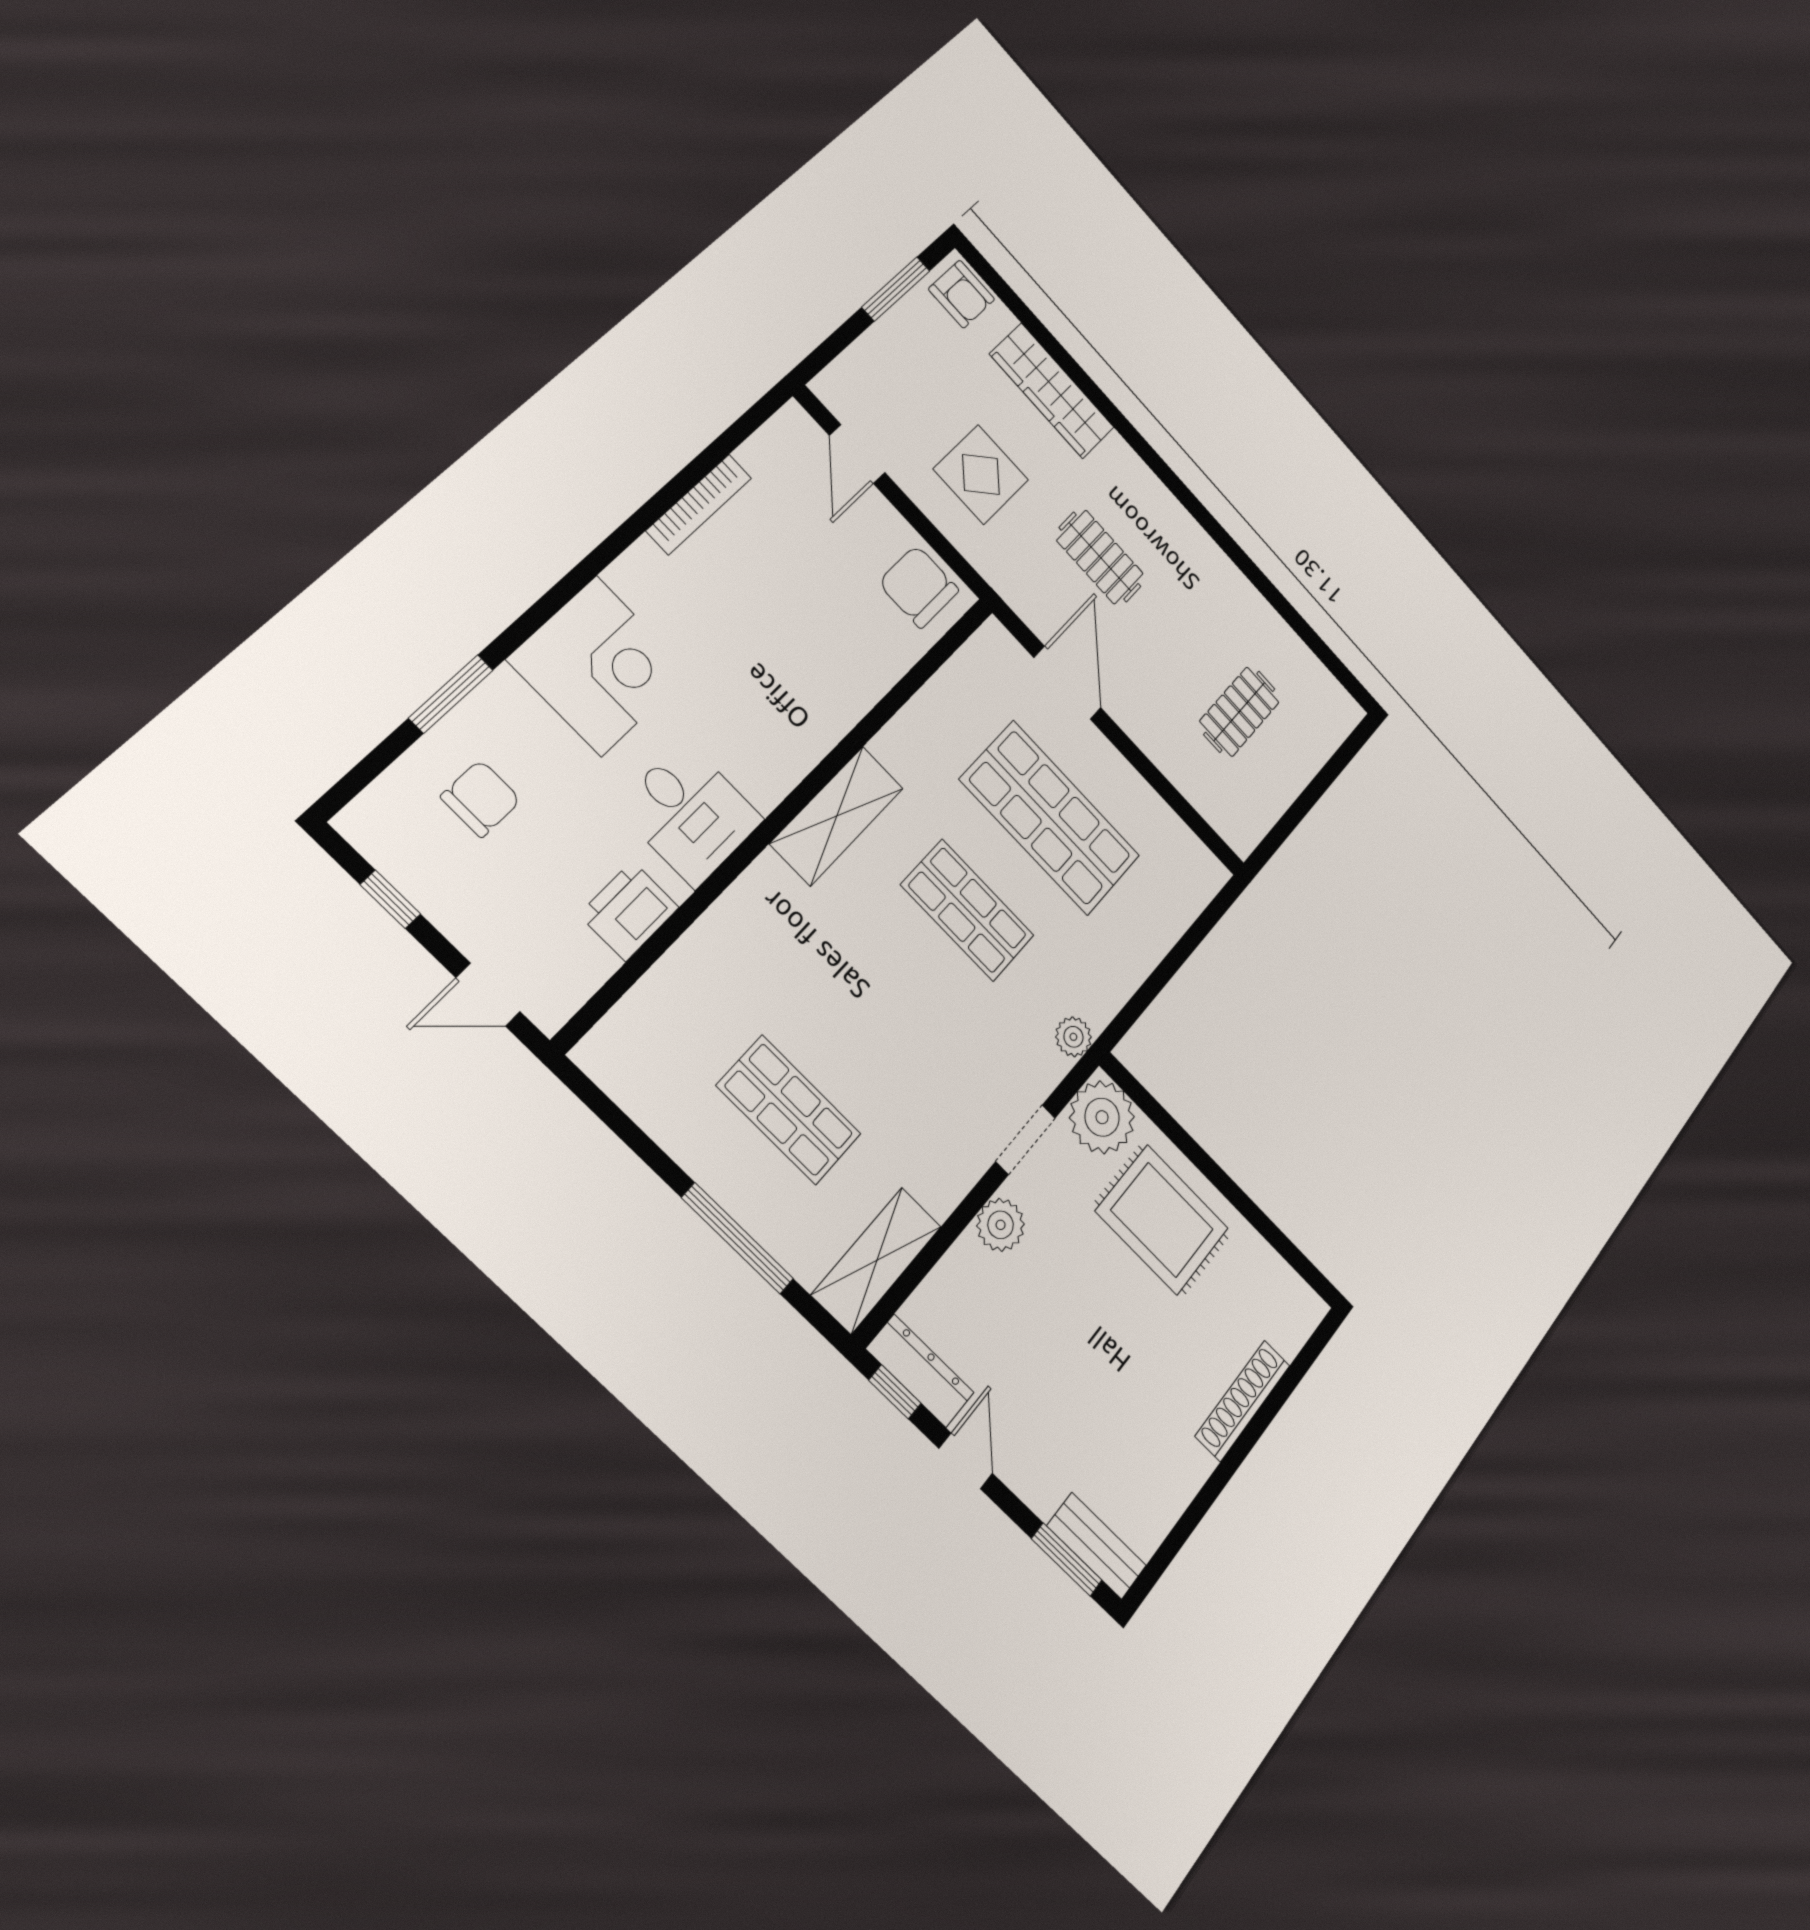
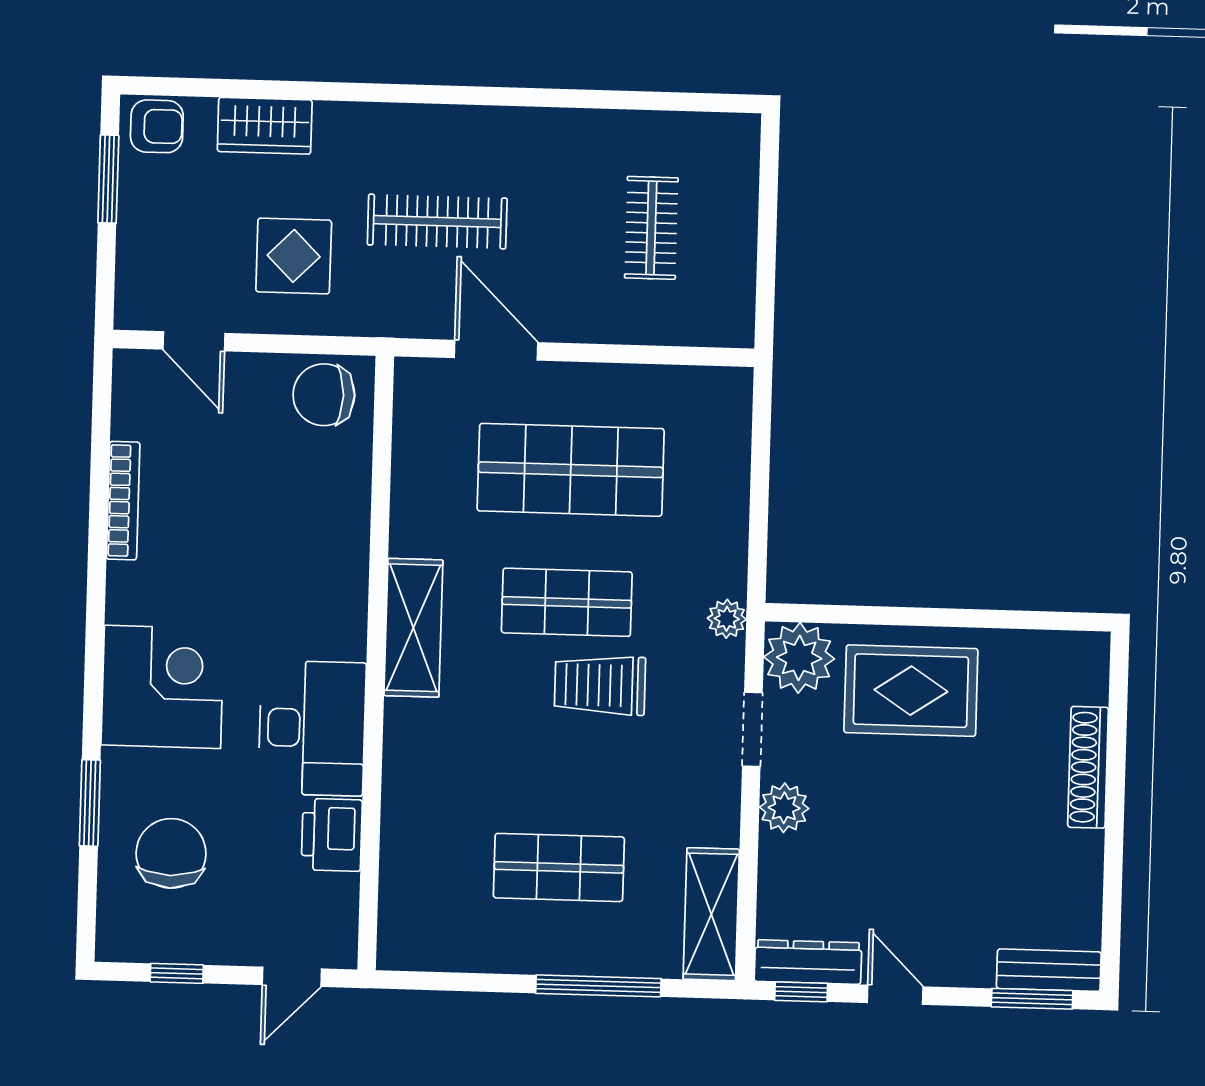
wardrobe: (1052, 391) -> (265, 126), width x0.67
clothes rail: (1100, 557) -> (437, 221), width x1.36
chair: (481, 798) -> (171, 853), width x1.37, depth x1.37
desk: (690, 813) -> (312, 728), width x1.37
trolley: (940, 996) -> (600, 685), added

